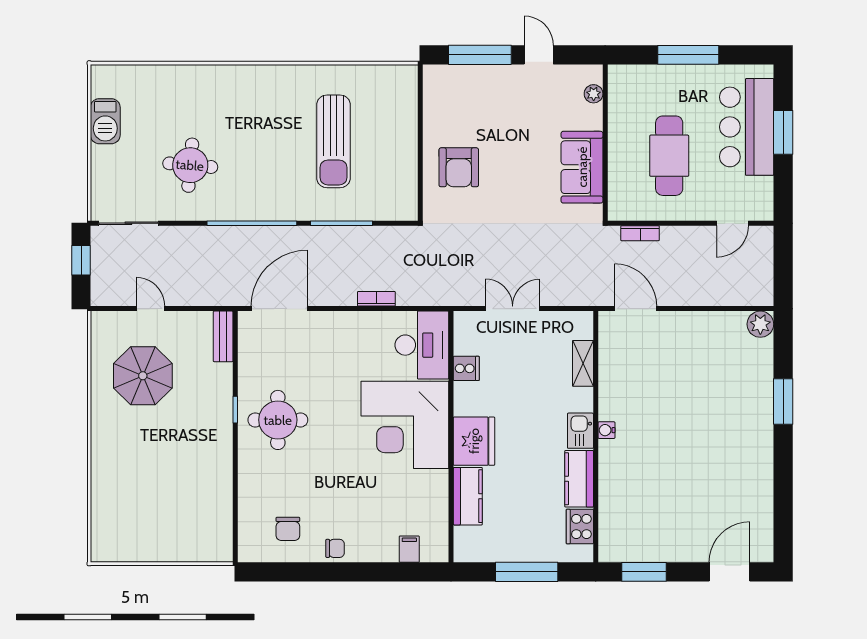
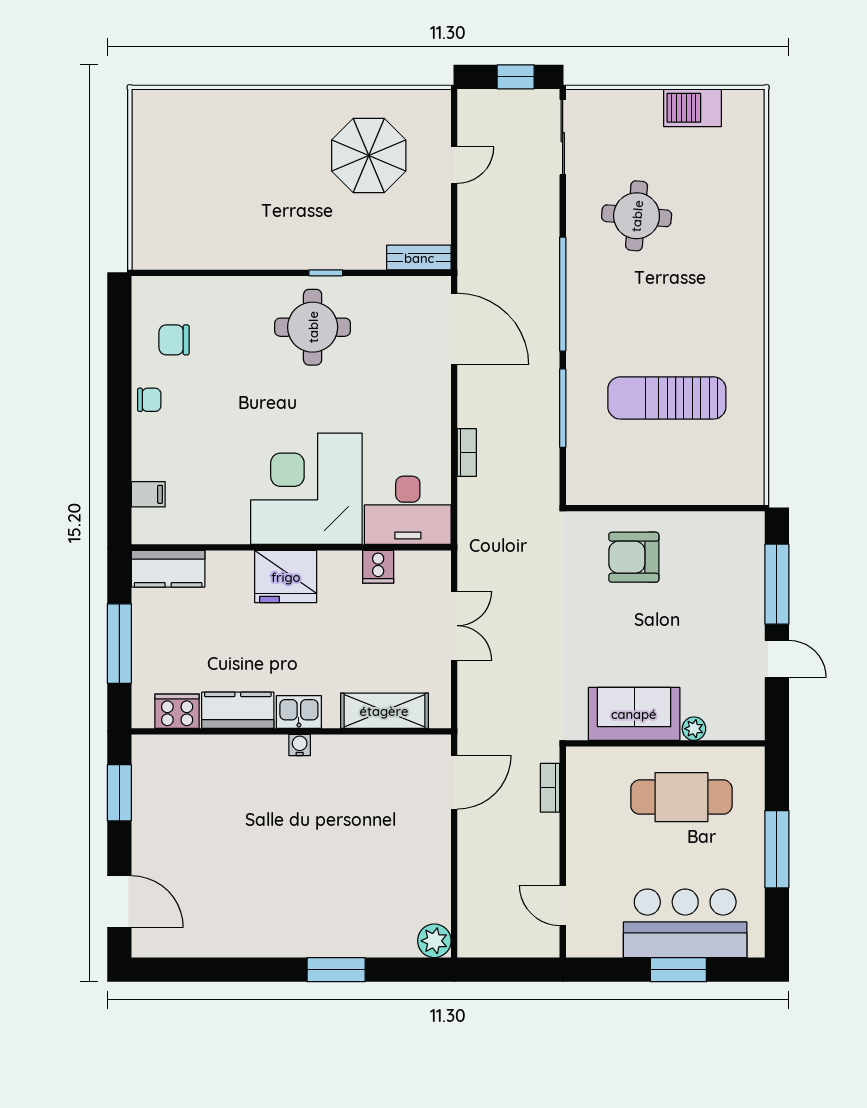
door: (539, 55) -> (777, 659), hinge flipped
plant: (594, 94) -> (694, 729), moved
cafe table: (669, 156) -> (681, 797), moved
shelving: (583, 363) -> (384, 711), width x1.50, depth x1.33
kitchen counter: (468, 496) -> (168, 569), moved
chair: (335, 548) -> (149, 400), turned -90

